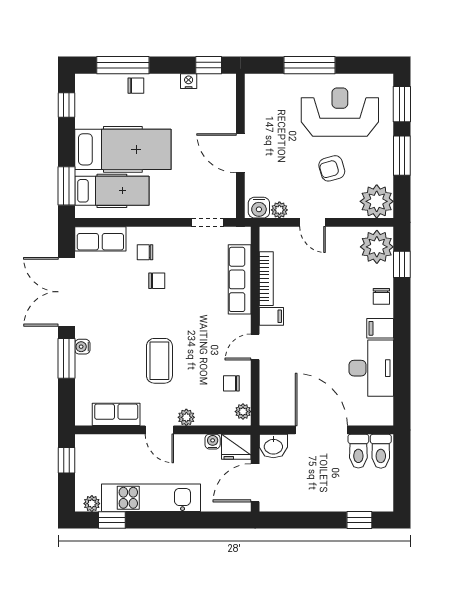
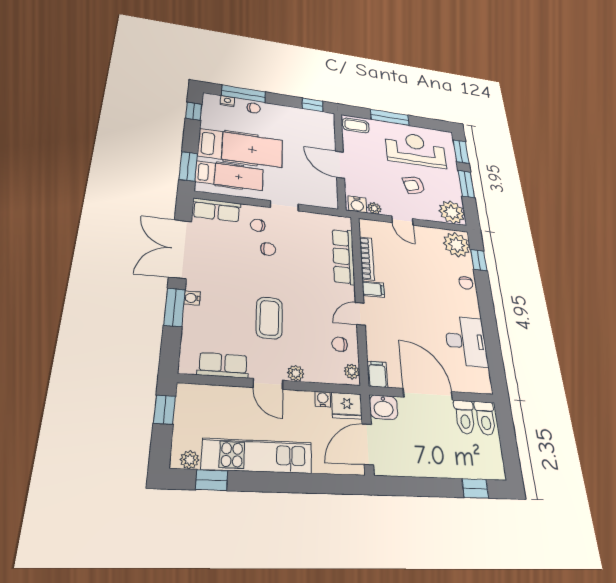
nightstand: (189, 81) -> (227, 101), moved
coffee table: (263, 88) -> (356, 125), added
doorway: (208, 222) -> (284, 206), moved
filing cabinet: (380, 328) -> (377, 374), moved, turned 90

